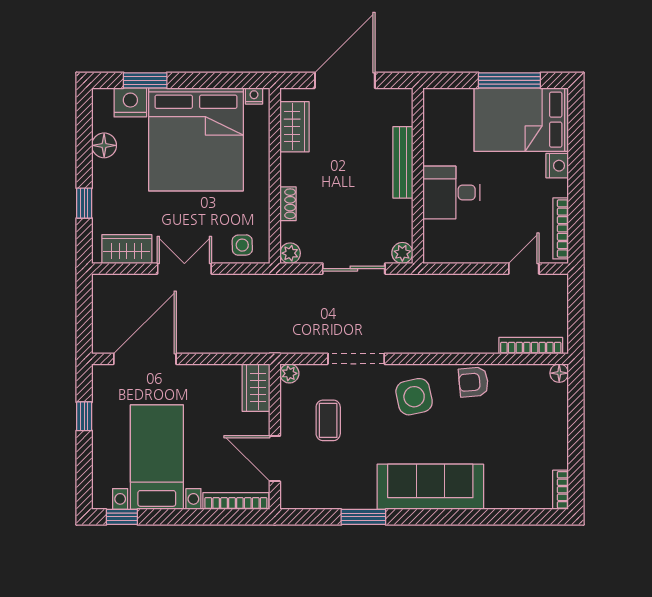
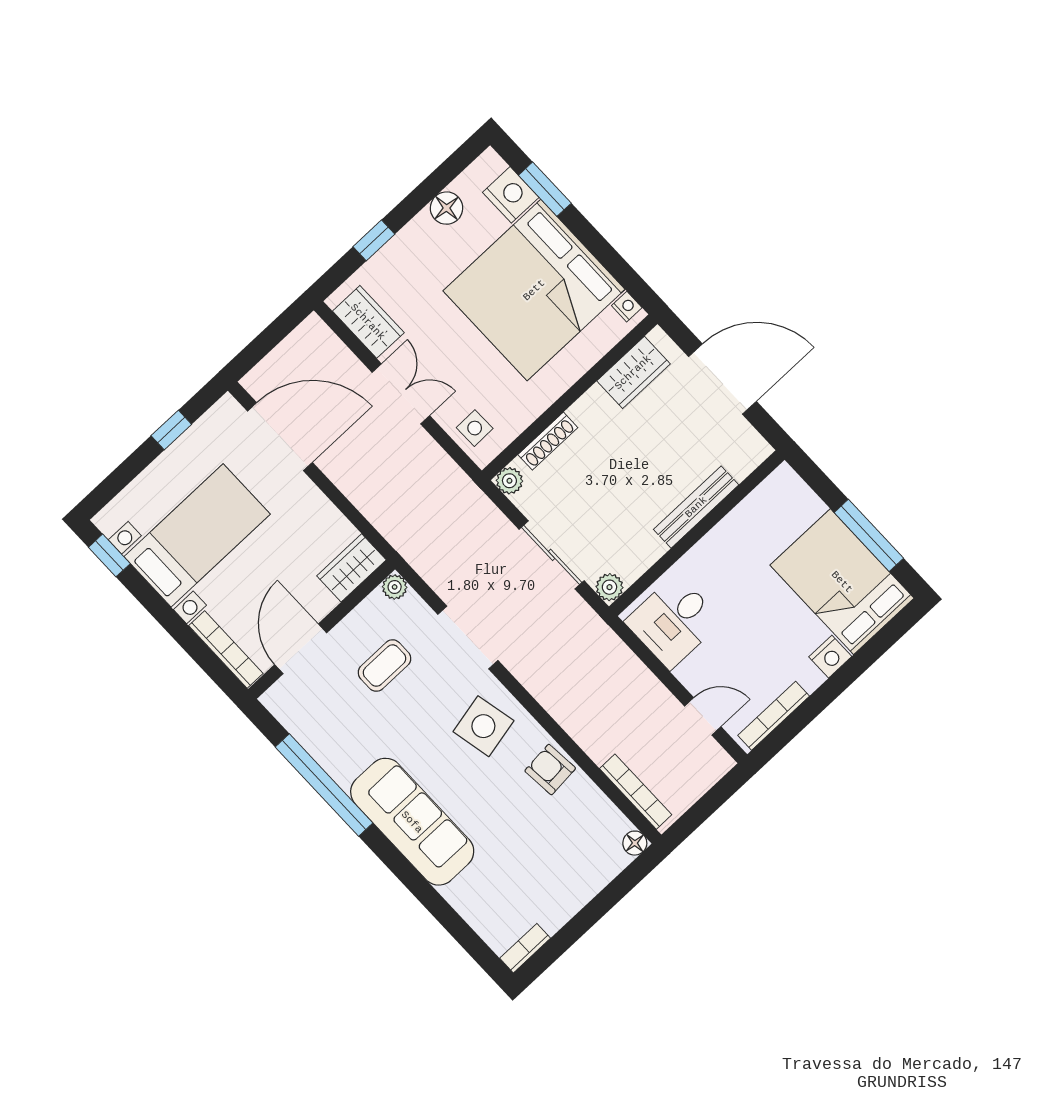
desk: (451, 193) -> (673, 621), moved, turned -90
shoe rack: (288, 204) -> (548, 441), width x1.43
window: (363, 517) -> (324, 785), width x2.11

